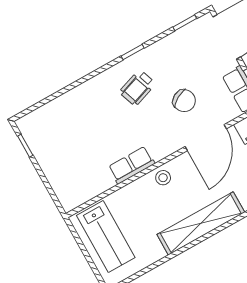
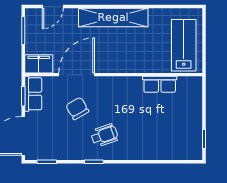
row of seats: (132, 165) -> (160, 84), moved
stool: (163, 178) -> (122, 64), removed

